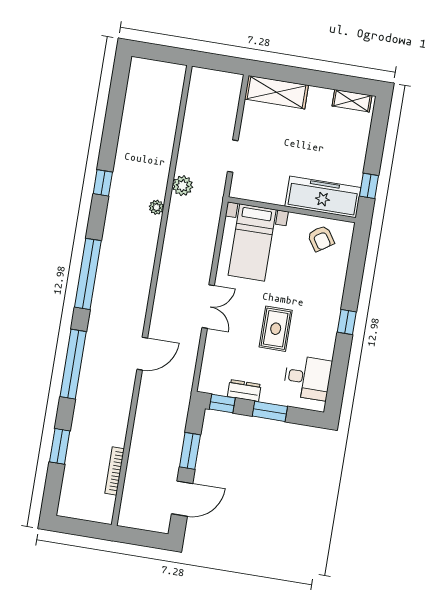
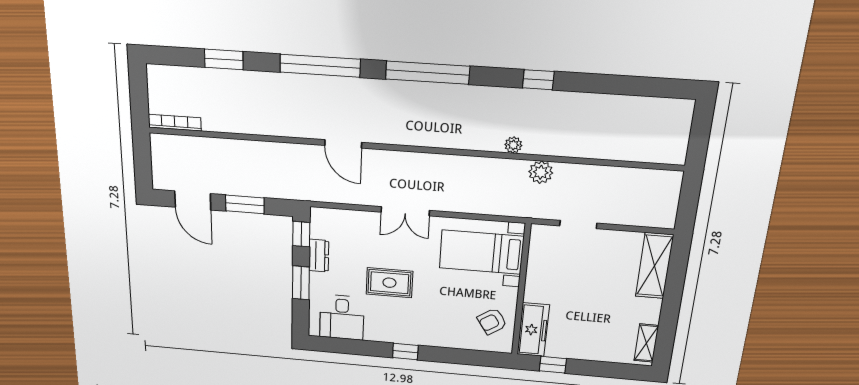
freezer: (323, 197) -> (533, 330), width x0.73, depth x0.79
bookcase: (115, 471) -> (175, 123), moved

